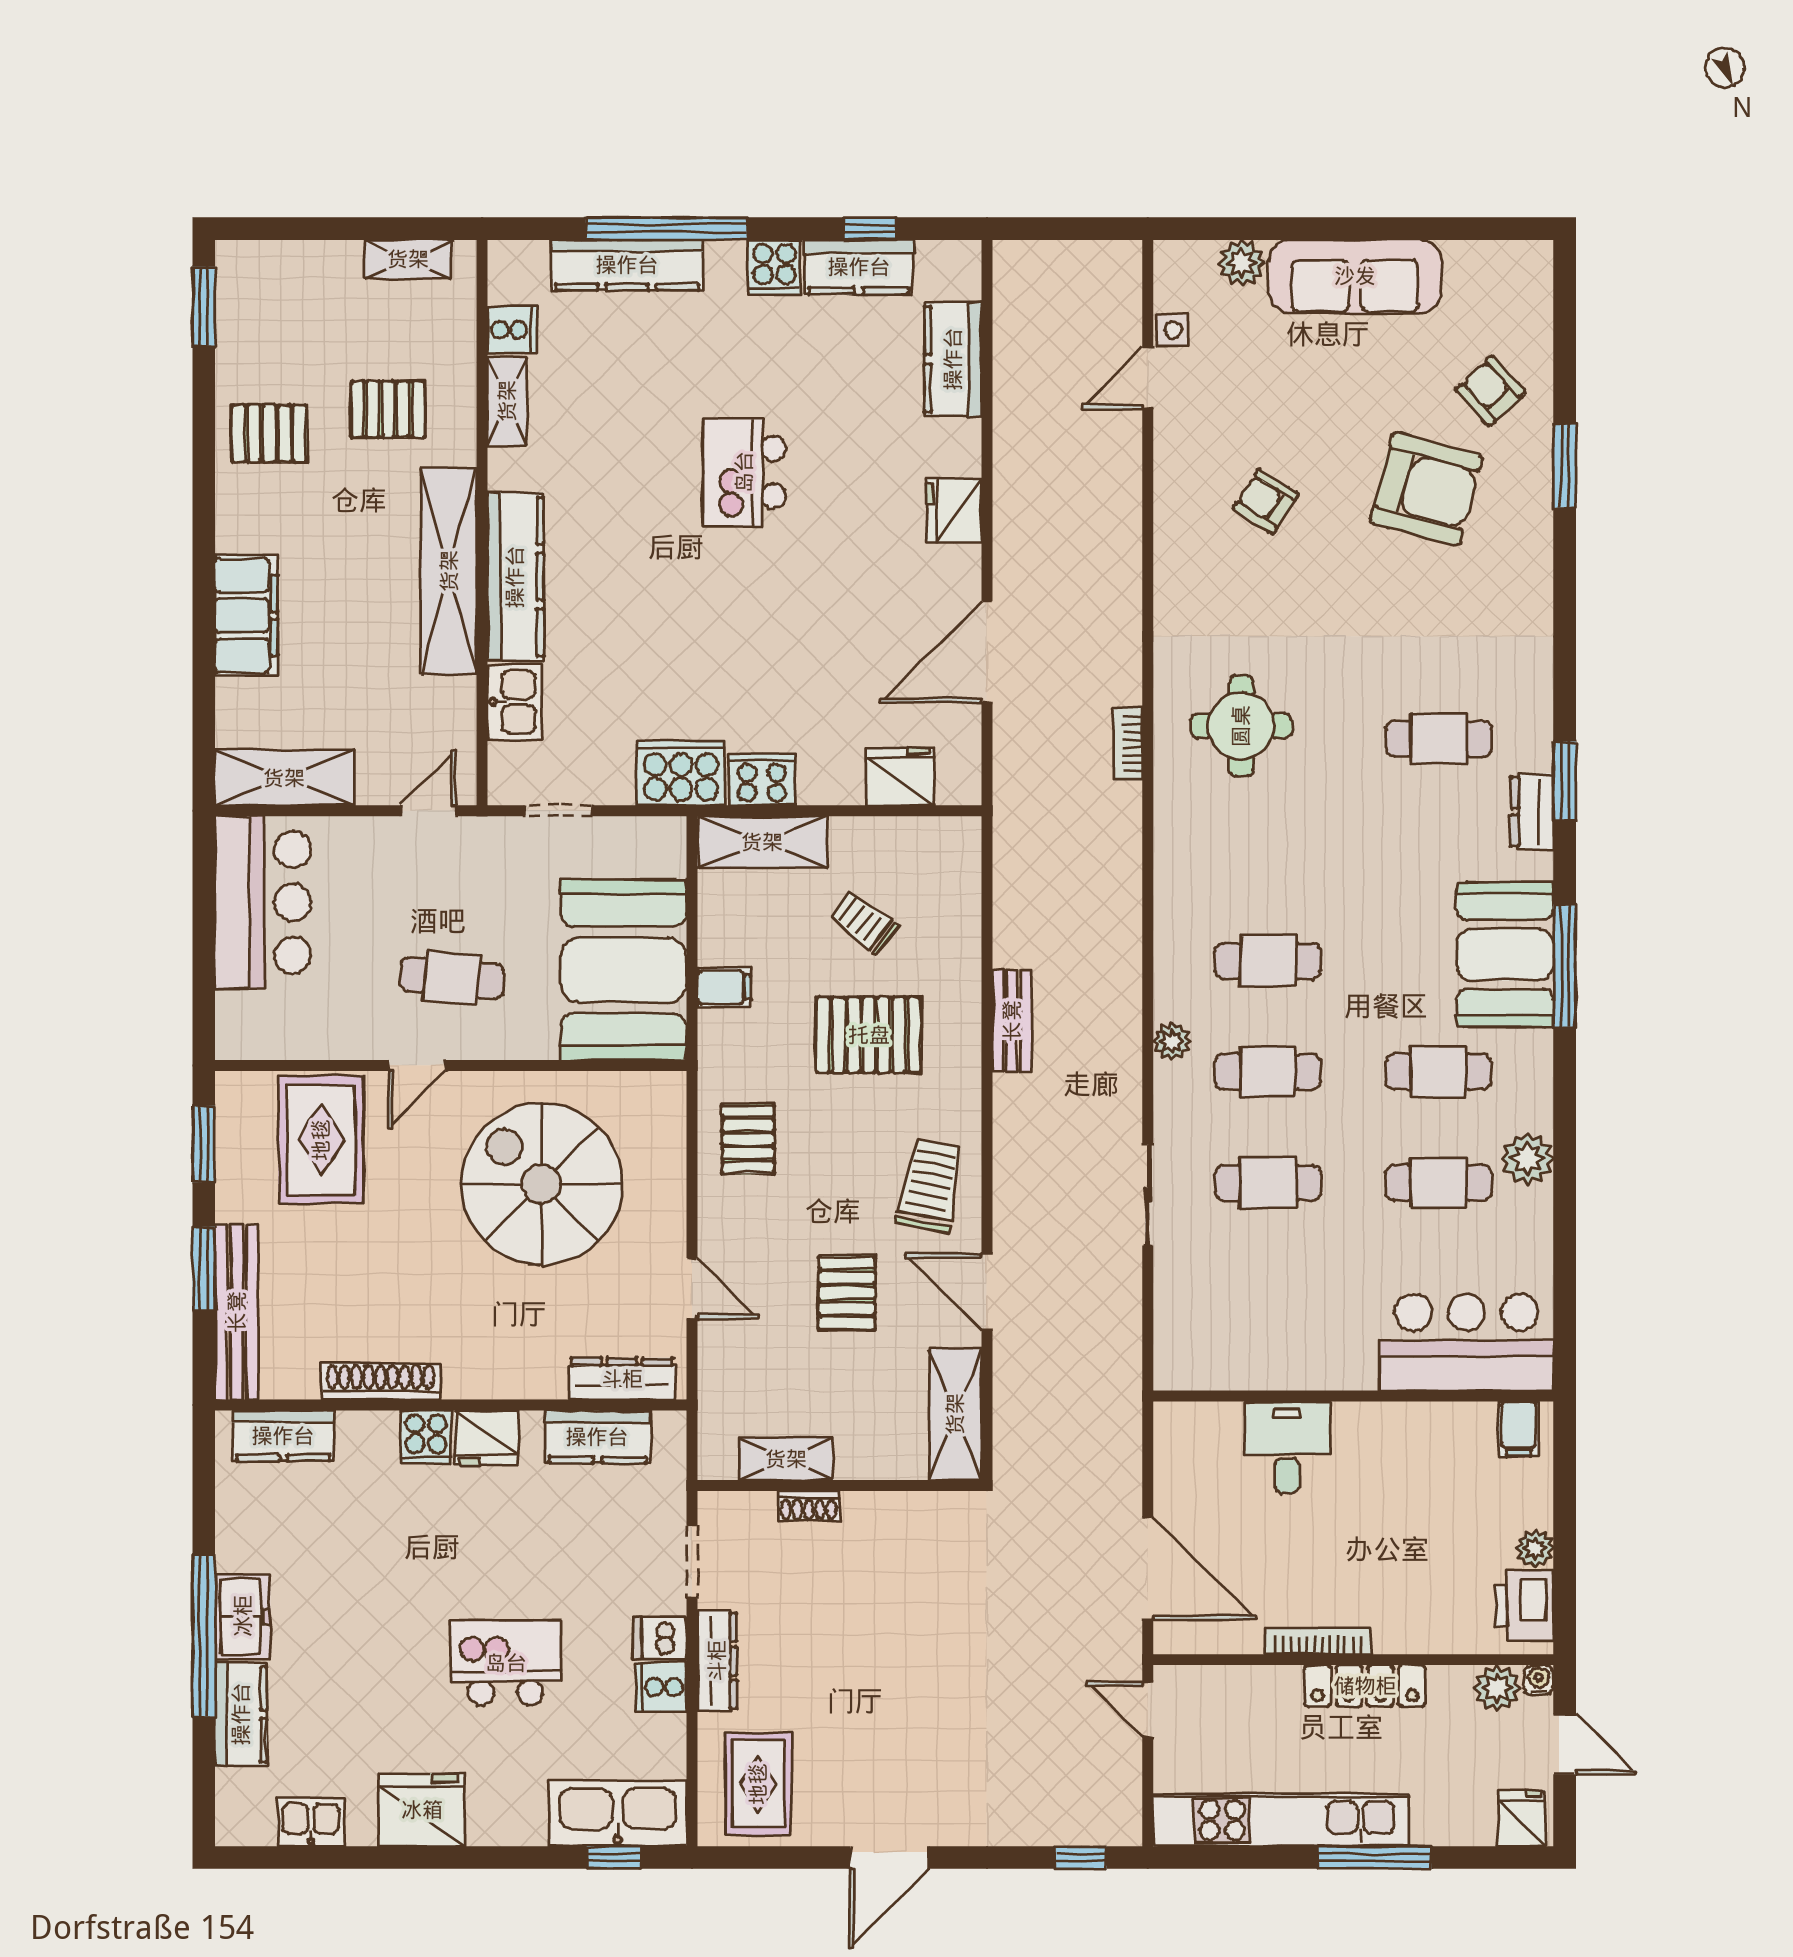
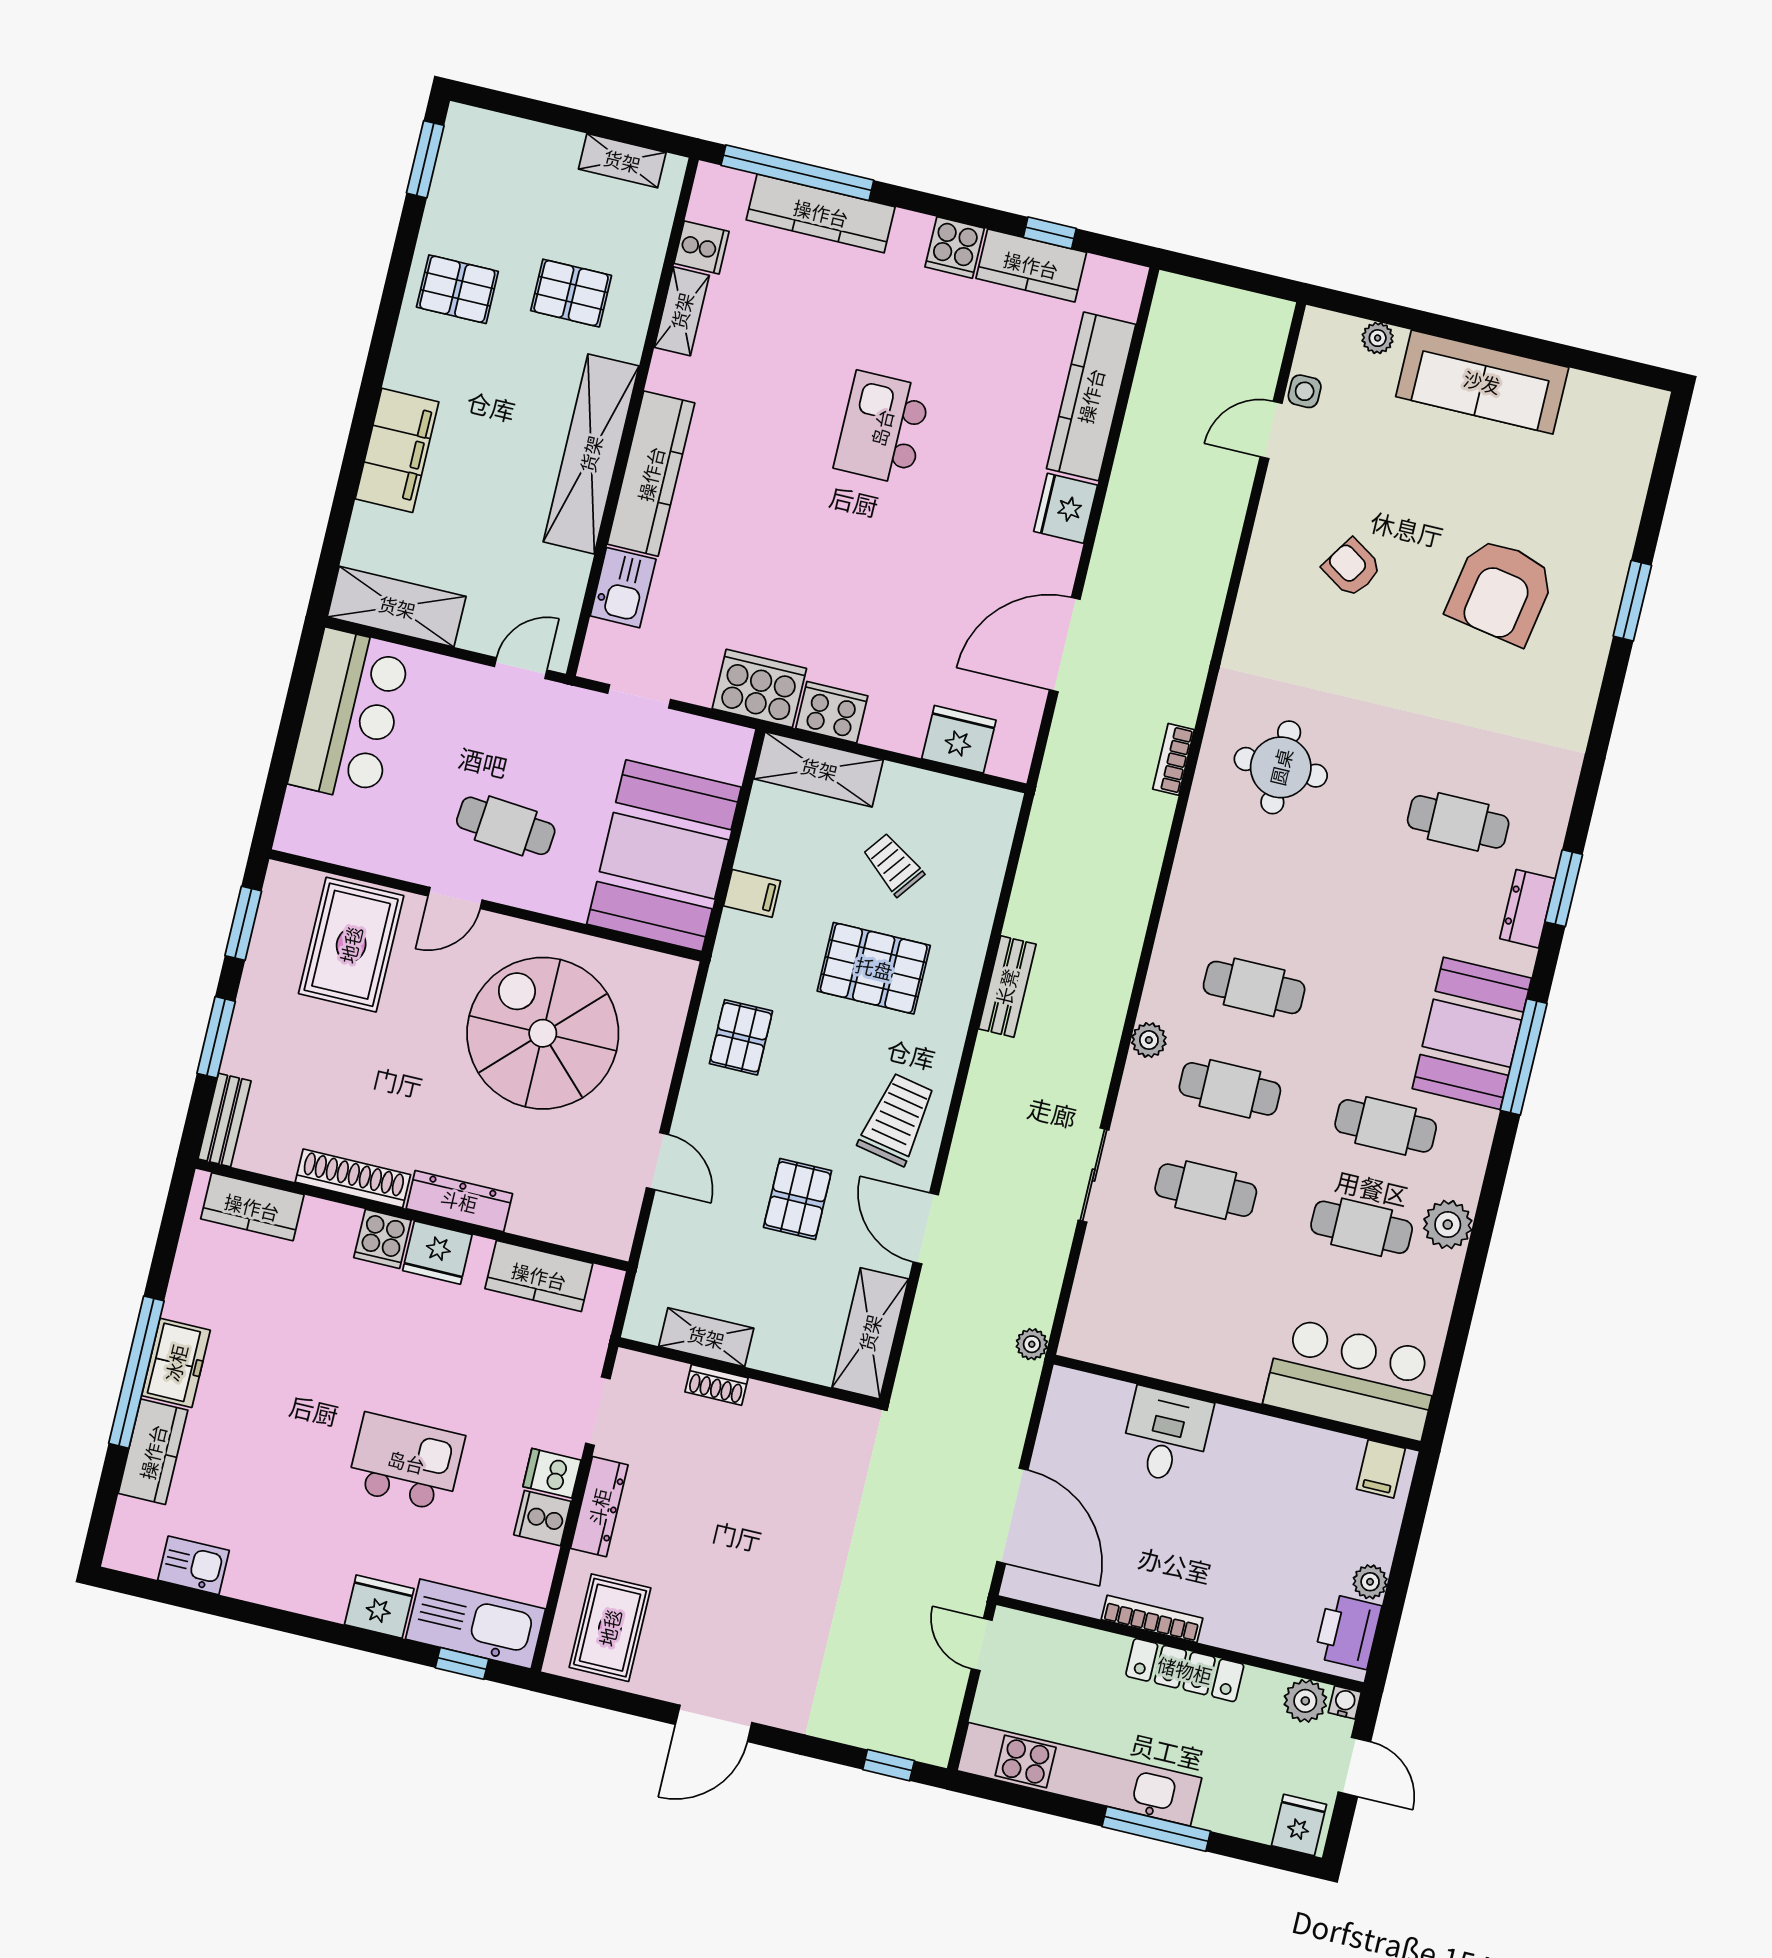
window: (667, 229) -> (797, 173), moved
plant: (1242, 263) -> (1378, 338), width x0.73, depth x0.73
kitchen counter: (953, 359) -> (1091, 396), width x1.50
armchair: (1491, 391) -> (1581, 516), removed
armchair: (1426, 489) -> (1501, 591), turned 85
bench: (237, 1312) -> (225, 1120), width x0.54, depth x0.82
dresser: (622, 1379) -> (459, 1201), moved
plant: (1126, 1386) -> (1032, 1344), added
fridge: (422, 1810) -> (379, 1607), moved, width x0.73, depth x0.75

